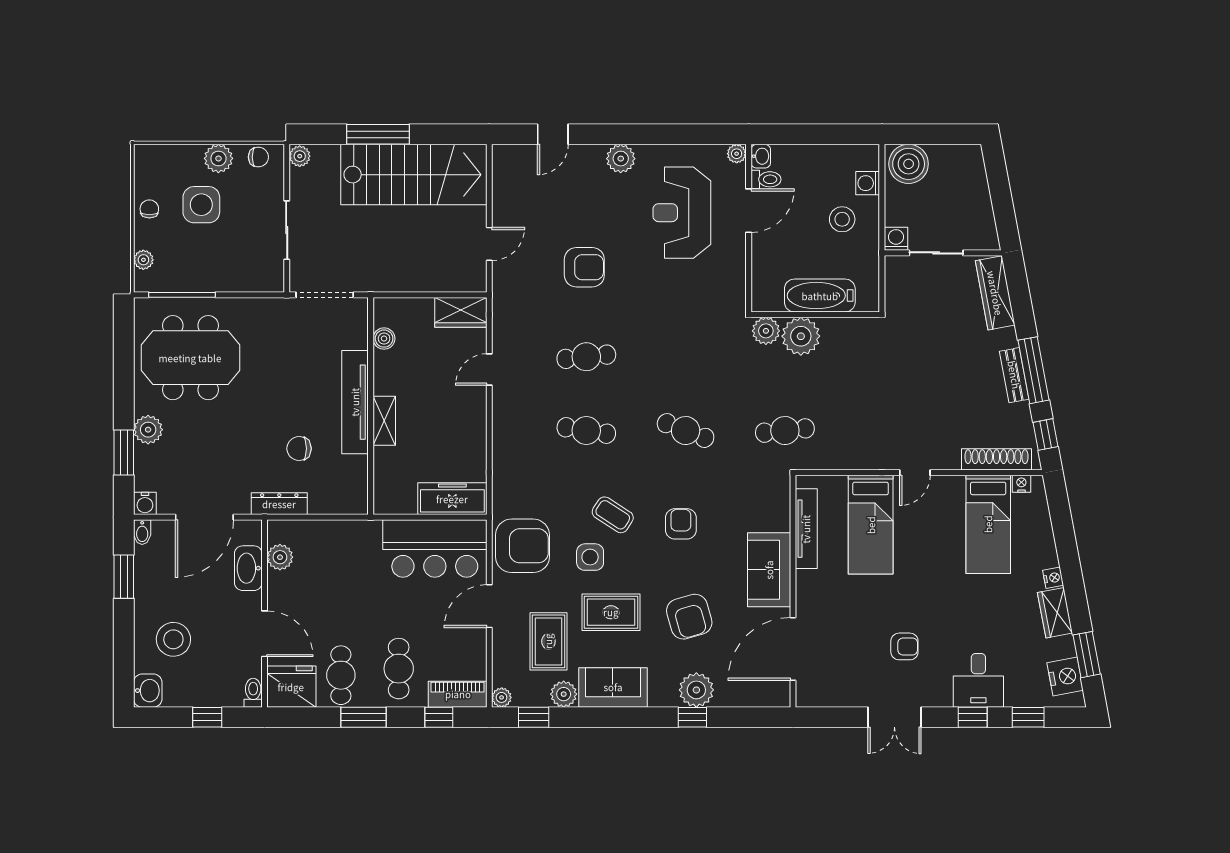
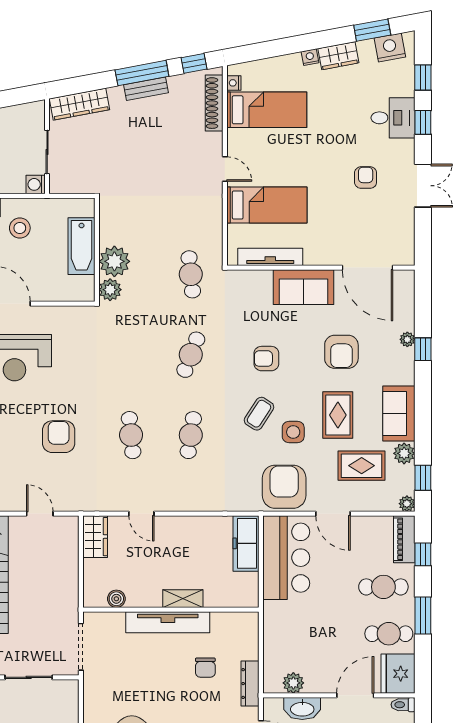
armchair: (689, 617) -> (341, 352), turned 106
plant: (696, 690) -> (407, 339), width x0.53, depth x0.53

